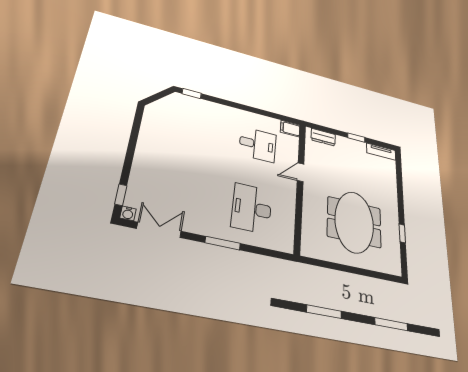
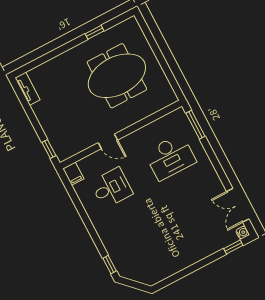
dresser: (323, 137) -> (57, 143), removed
window: (356, 138) -> (49, 149), moved
desk: (258, 145) -> (112, 188), turned 90
window: (223, 243) -> (195, 125), moved

